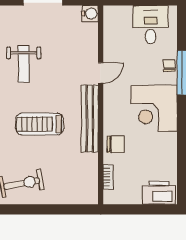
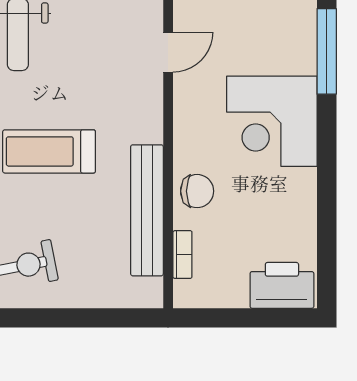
chair: (169, 65) -> (301, 37), removed
bench: (90, 119) -> (147, 210), moved

